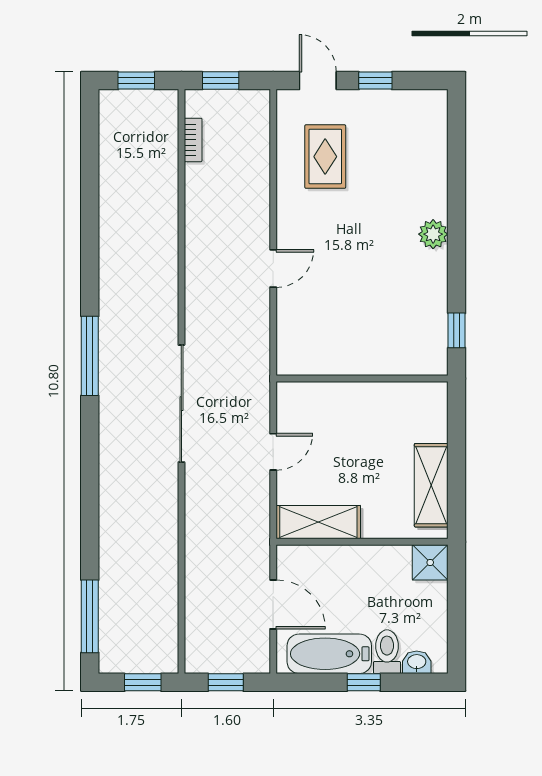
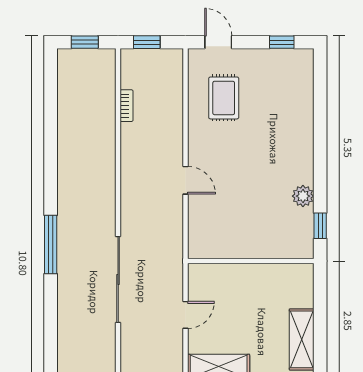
window: (375, 81) -> (282, 42), moved
bookcase: (193, 140) -> (127, 106), moved
plant: (433, 234) -> (303, 196), moved
door: (273, 268) -> (185, 180), hinge flipped

